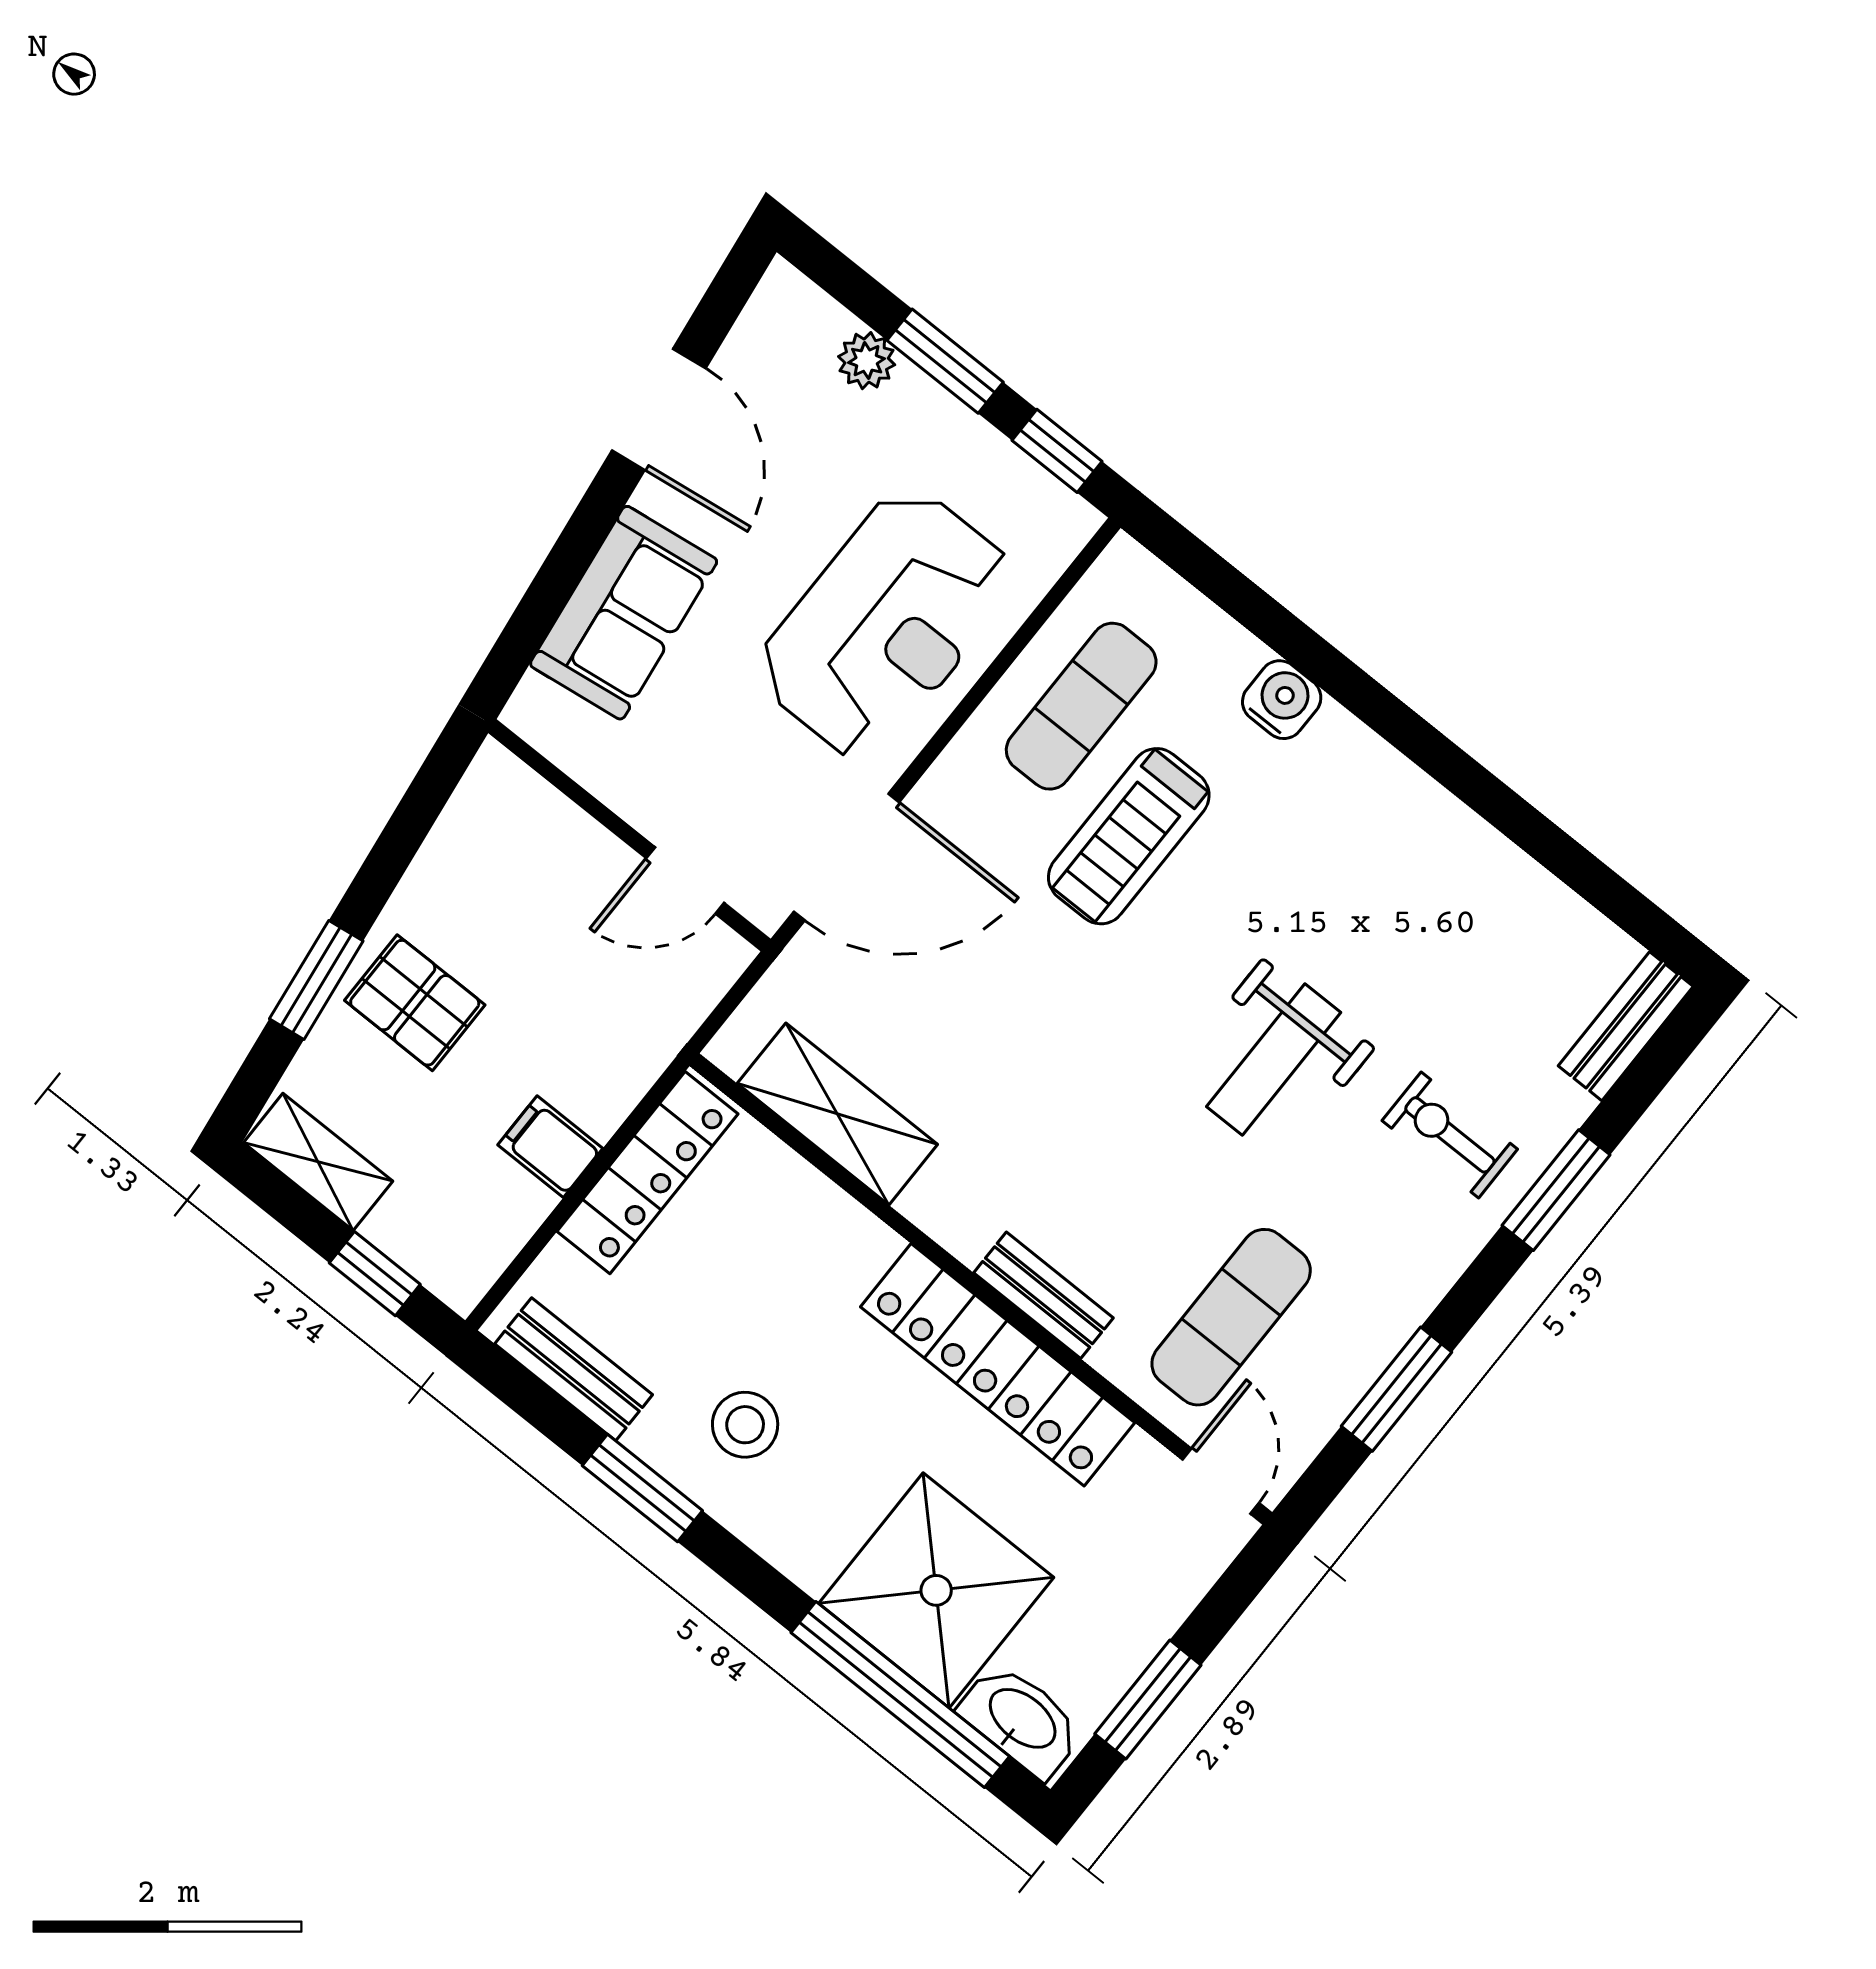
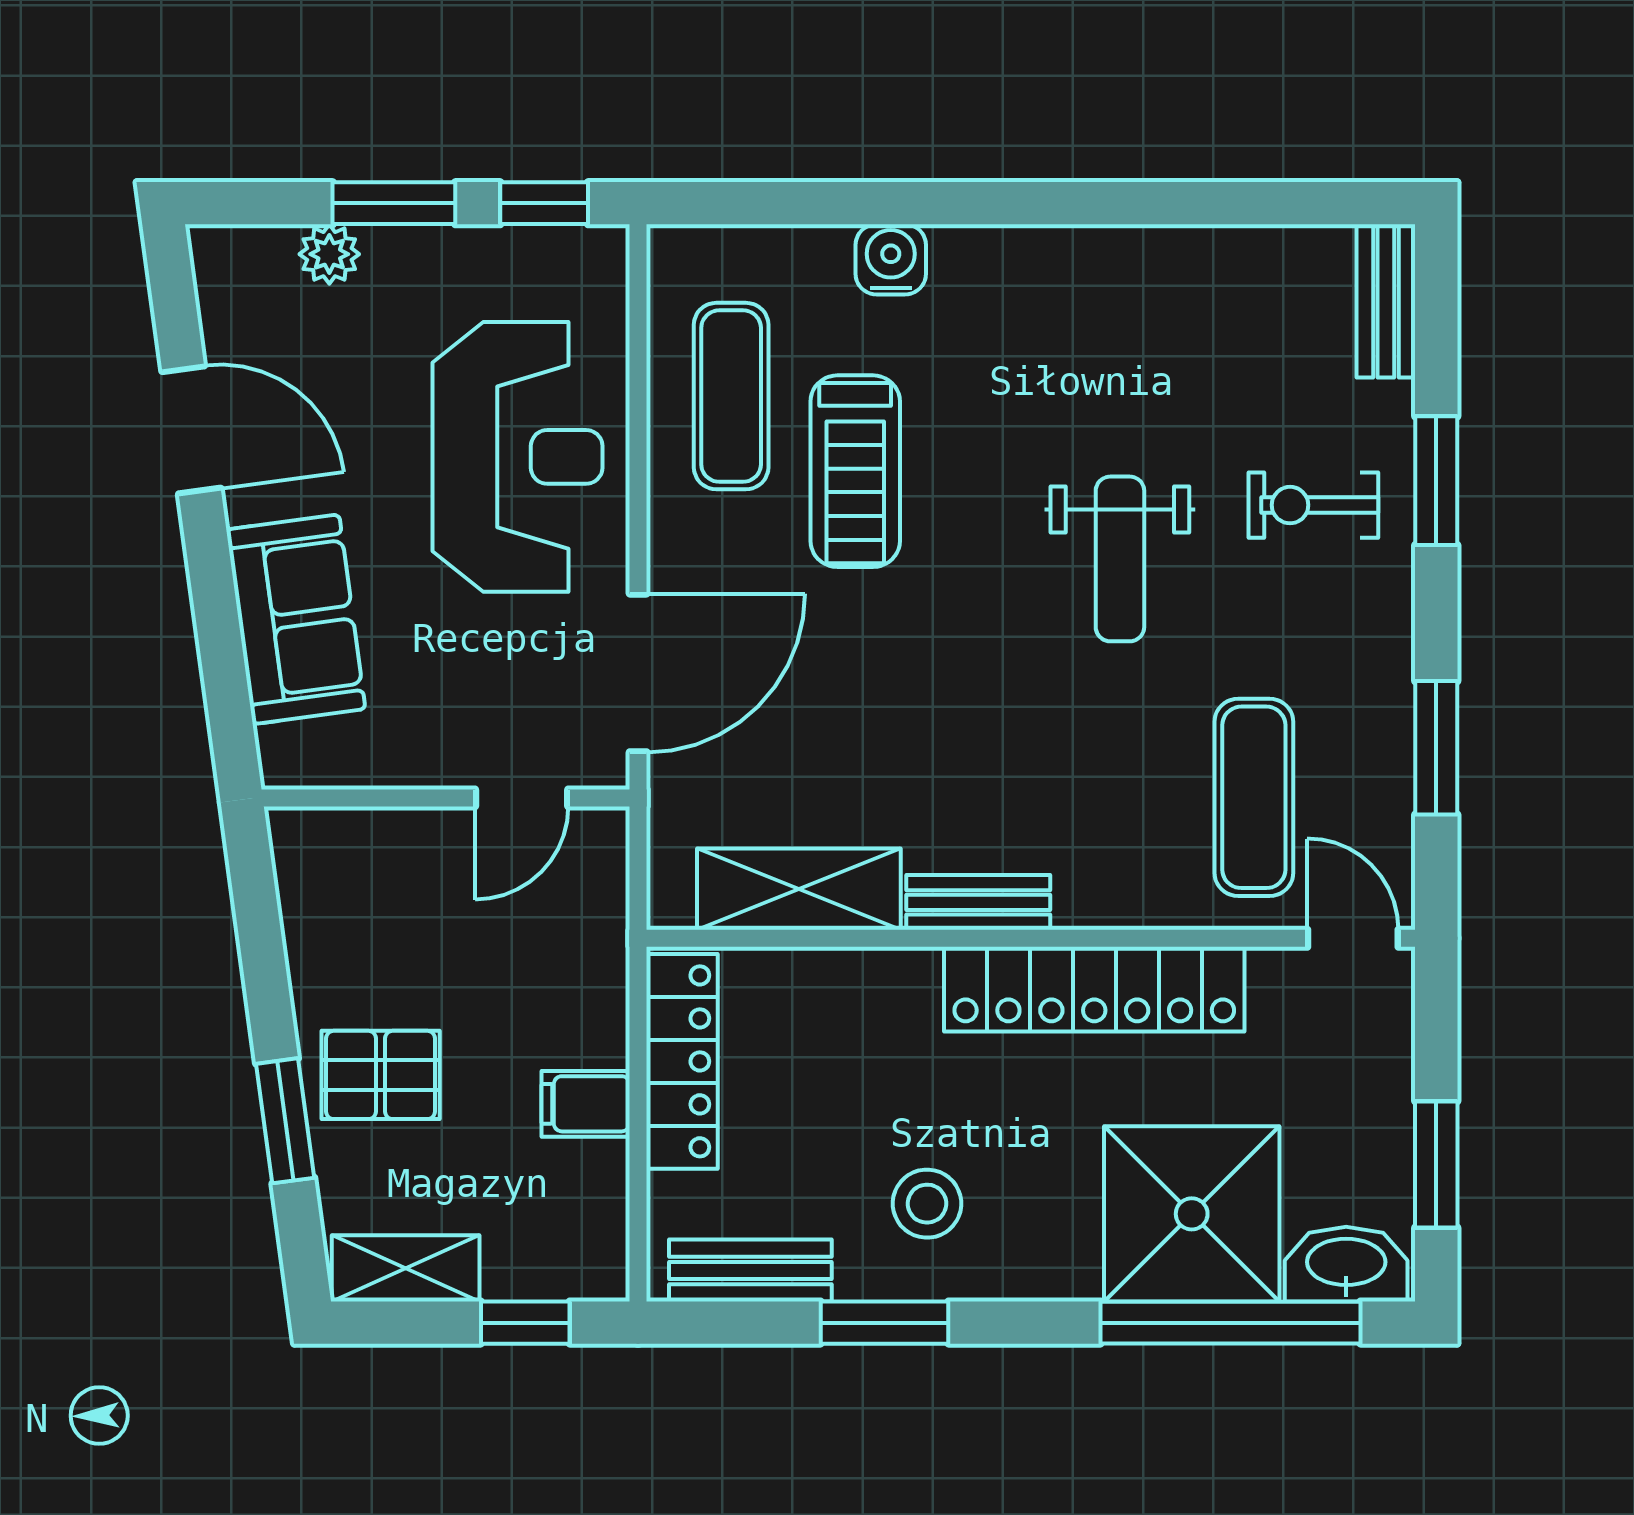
bench: (1044, 1295) -> (978, 902), moved

